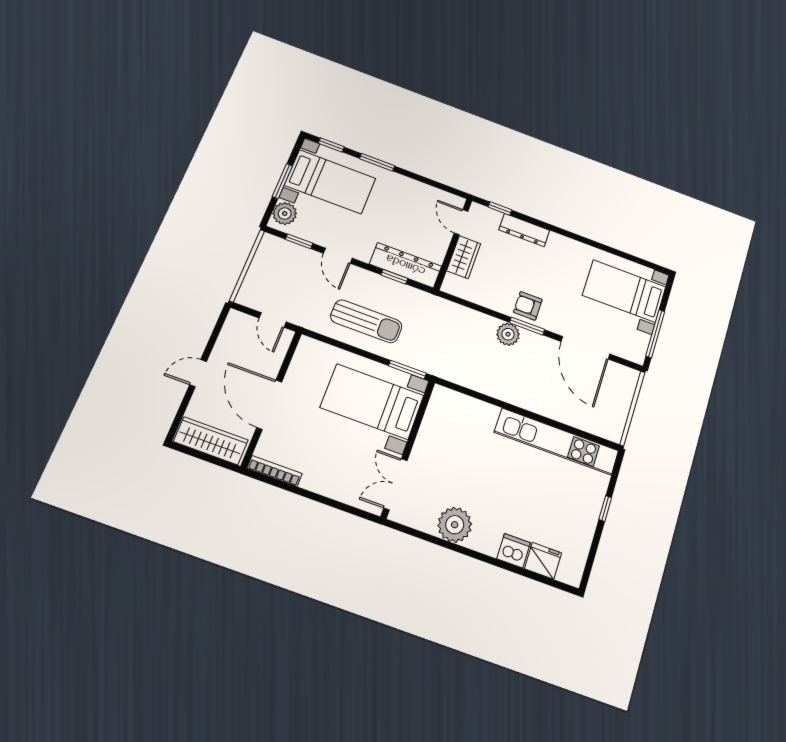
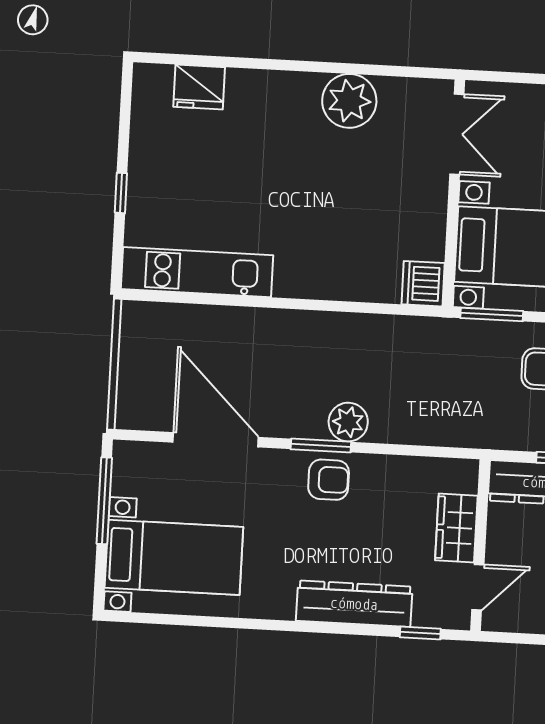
door: (461, 222) -> (478, 587), hinge flipped
dresser: (524, 230) -> (354, 604), width x1.37, depth x1.24
kitchen unit: (557, 442) -> (197, 272), width x0.73
dishwasher: (514, 551) -> (423, 284), moved, turned 90

